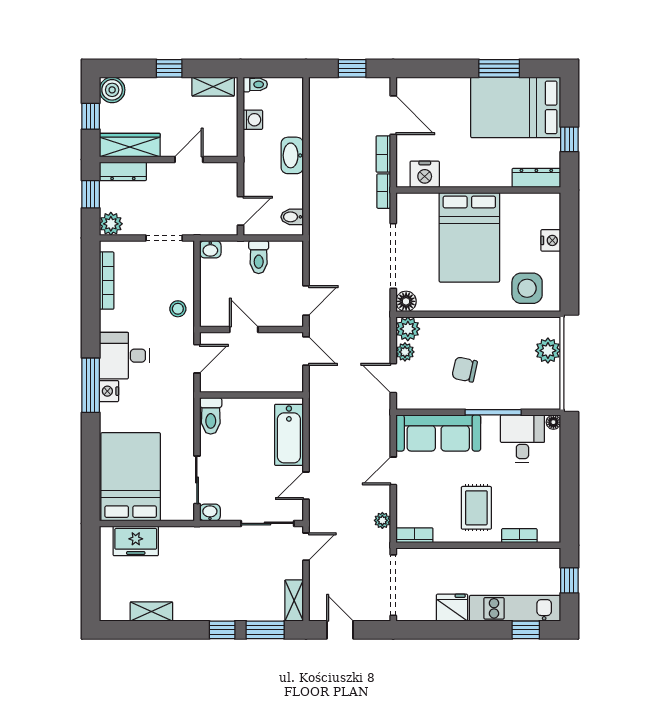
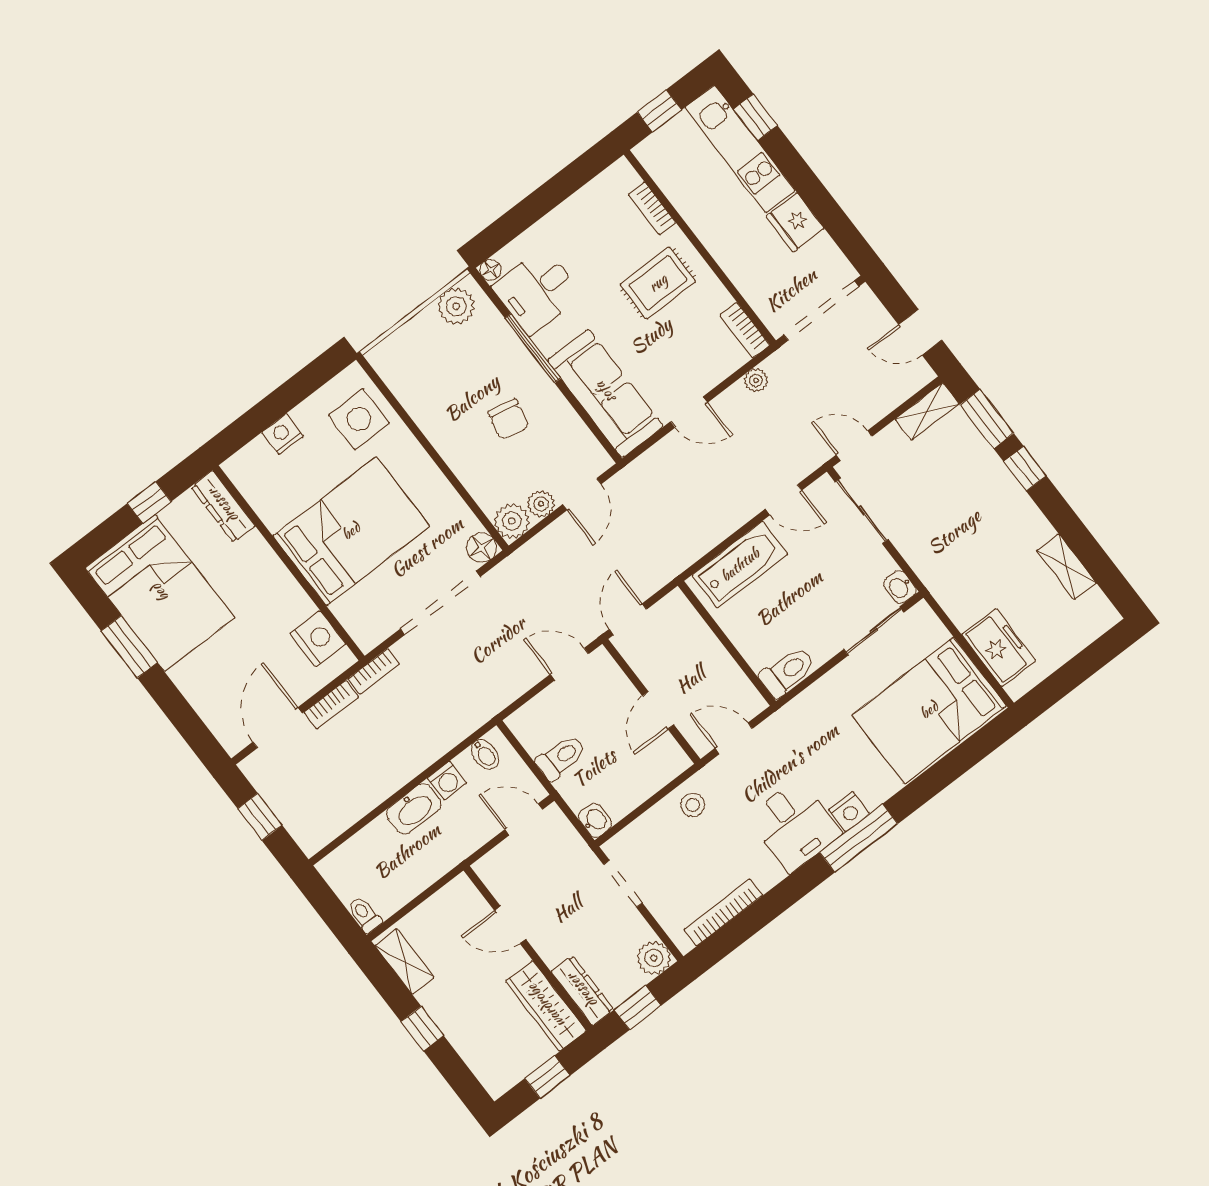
boiler: (112, 90) -> (498, 1075), removed
washing machine: (253, 120) -> (447, 781), moved, turned 180
plant: (548, 351) -> (456, 306), moved
door: (340, 630) -> (920, 332), hinge flipped

